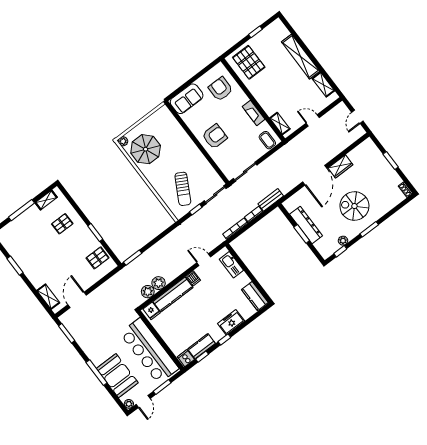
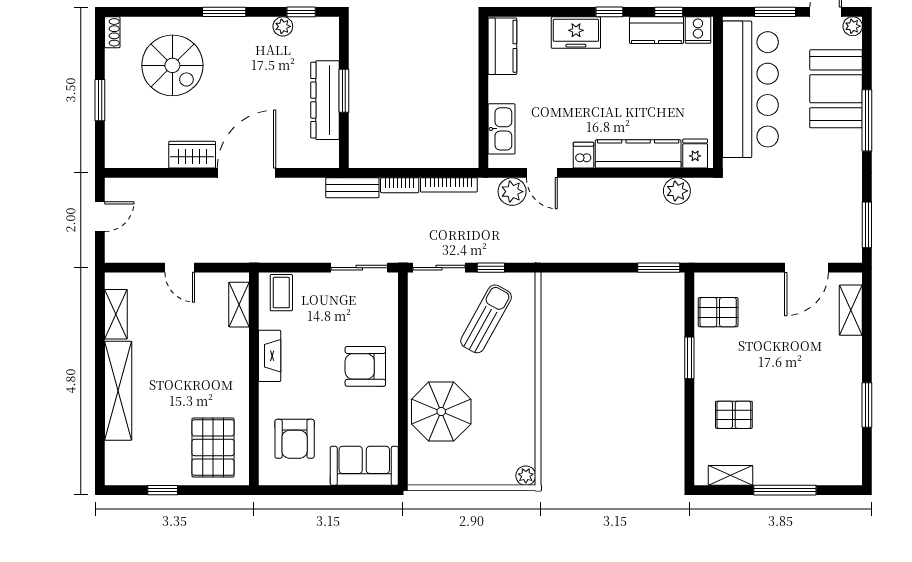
parasol: (146, 149) -> (441, 412), moved
spiral stairs: (354, 206) -> (172, 65), moved
plant: (159, 283) -> (512, 192), moved

